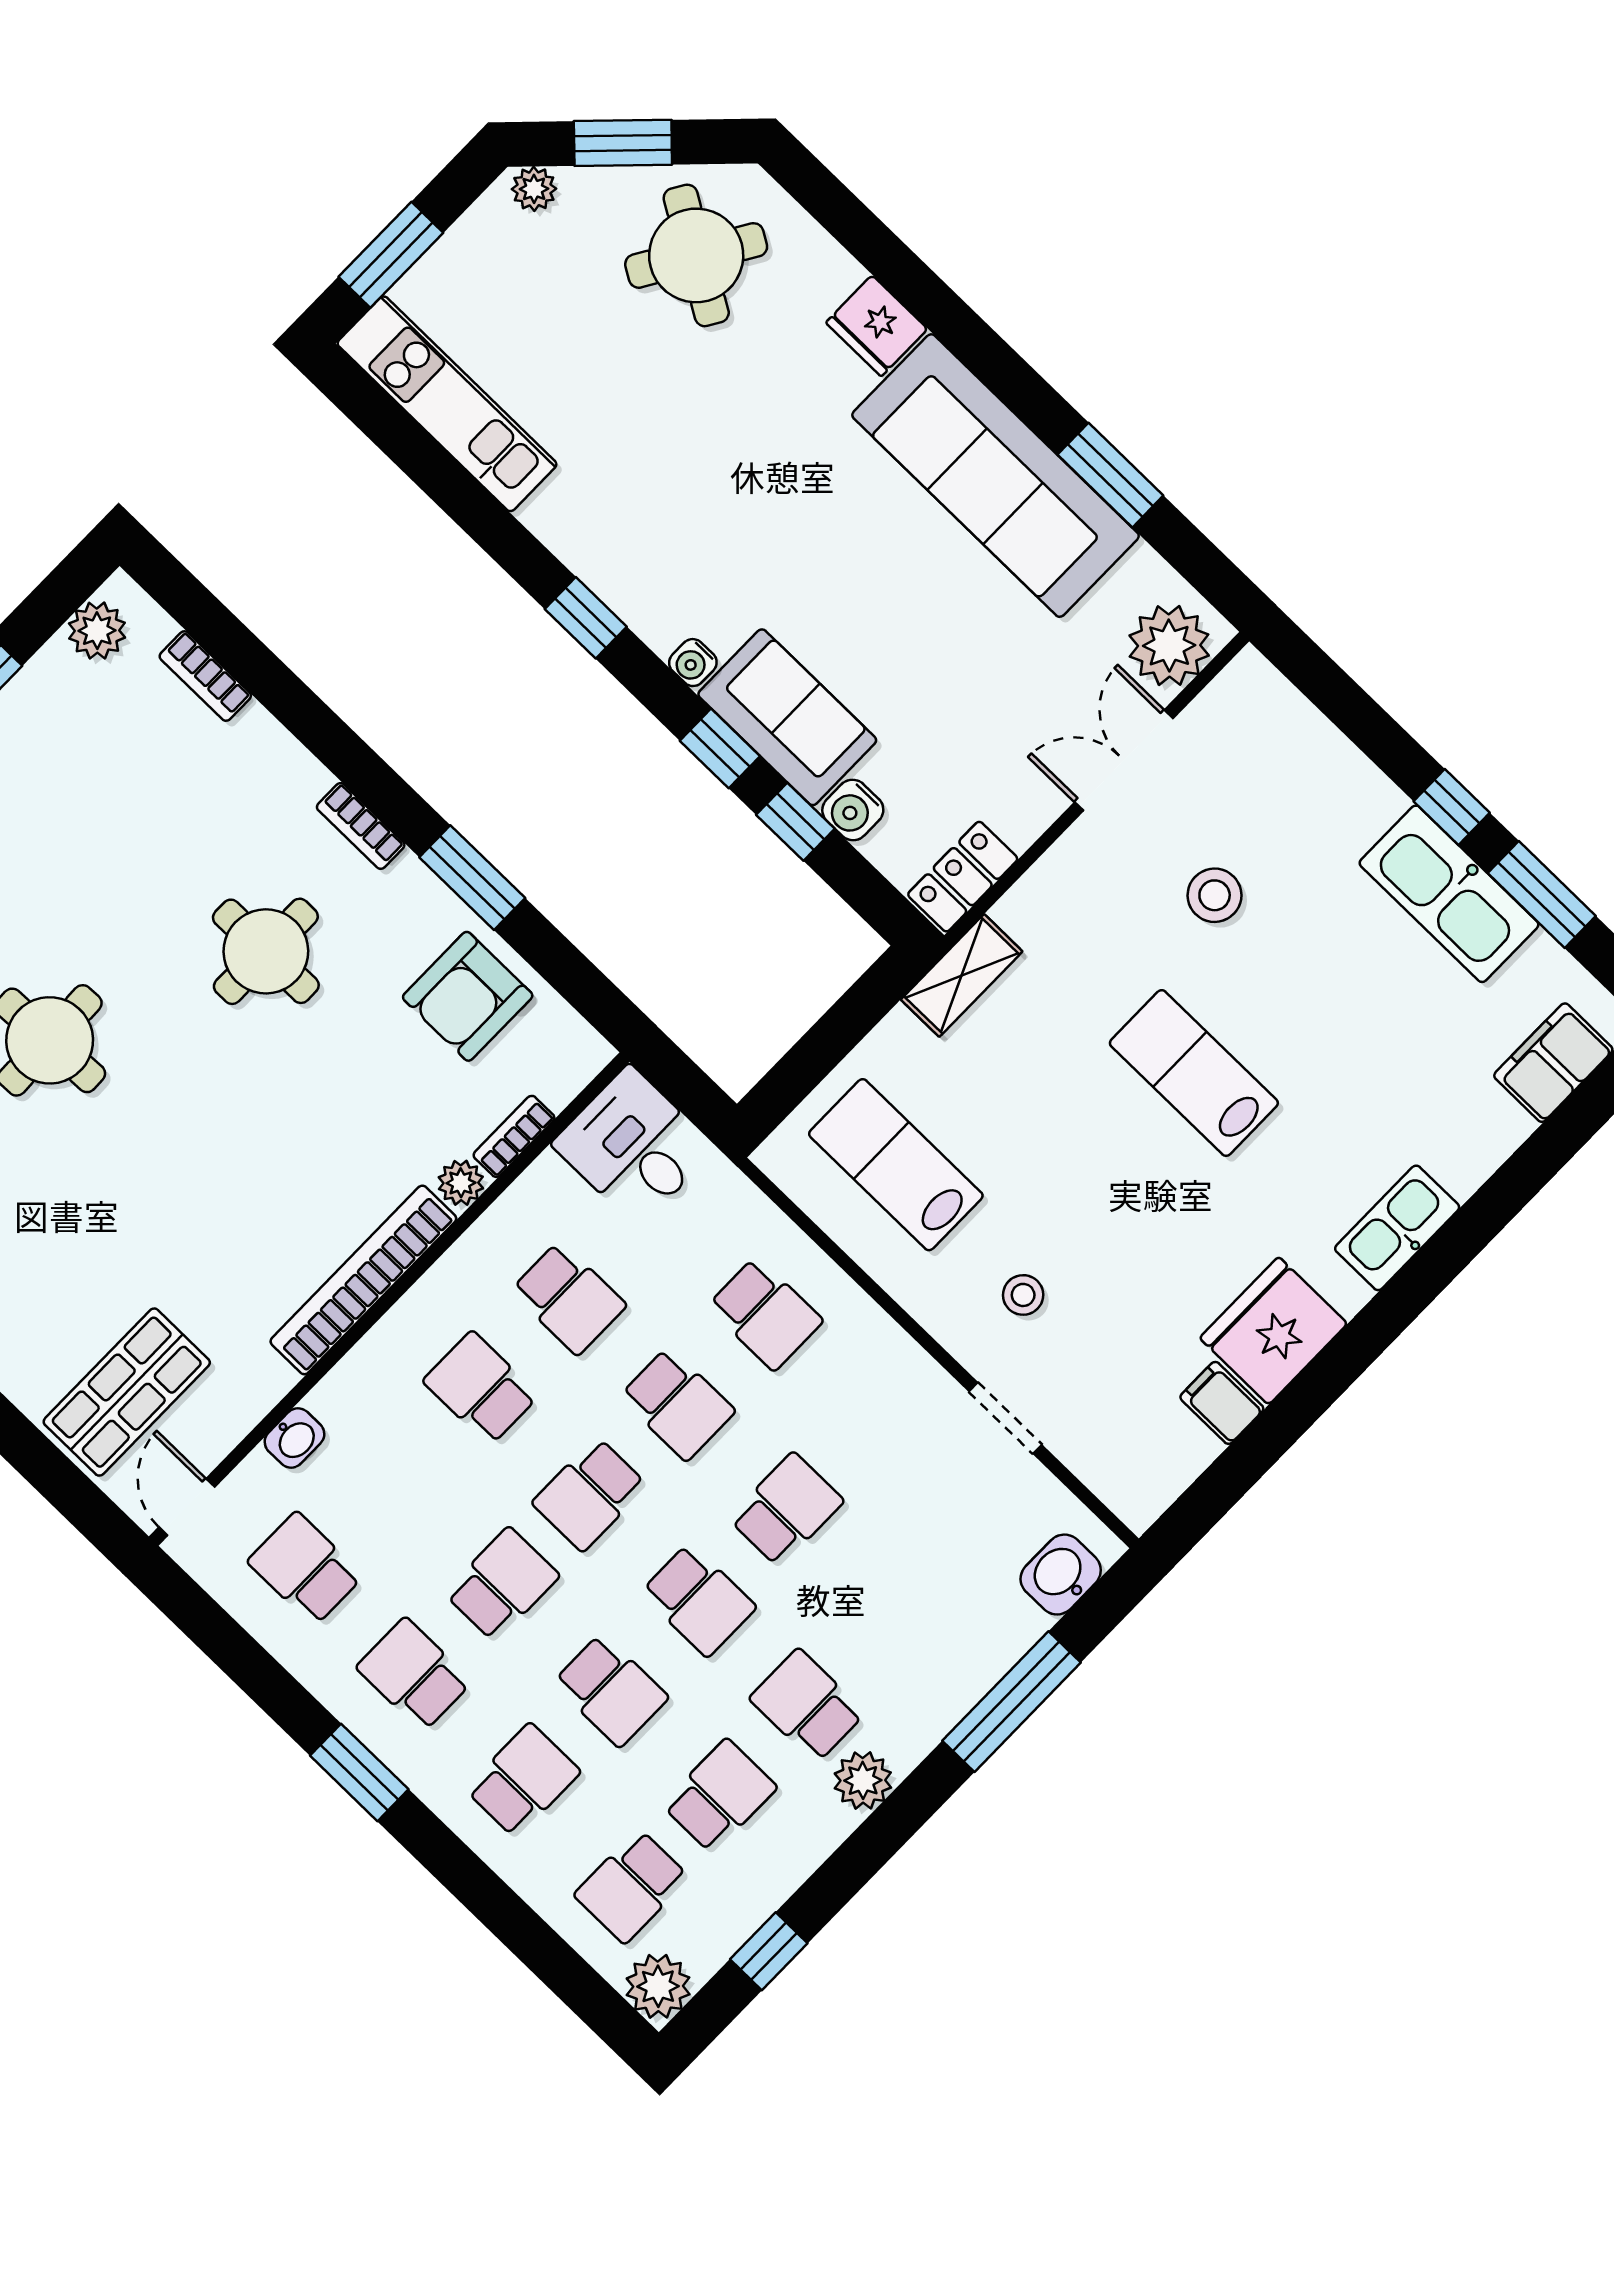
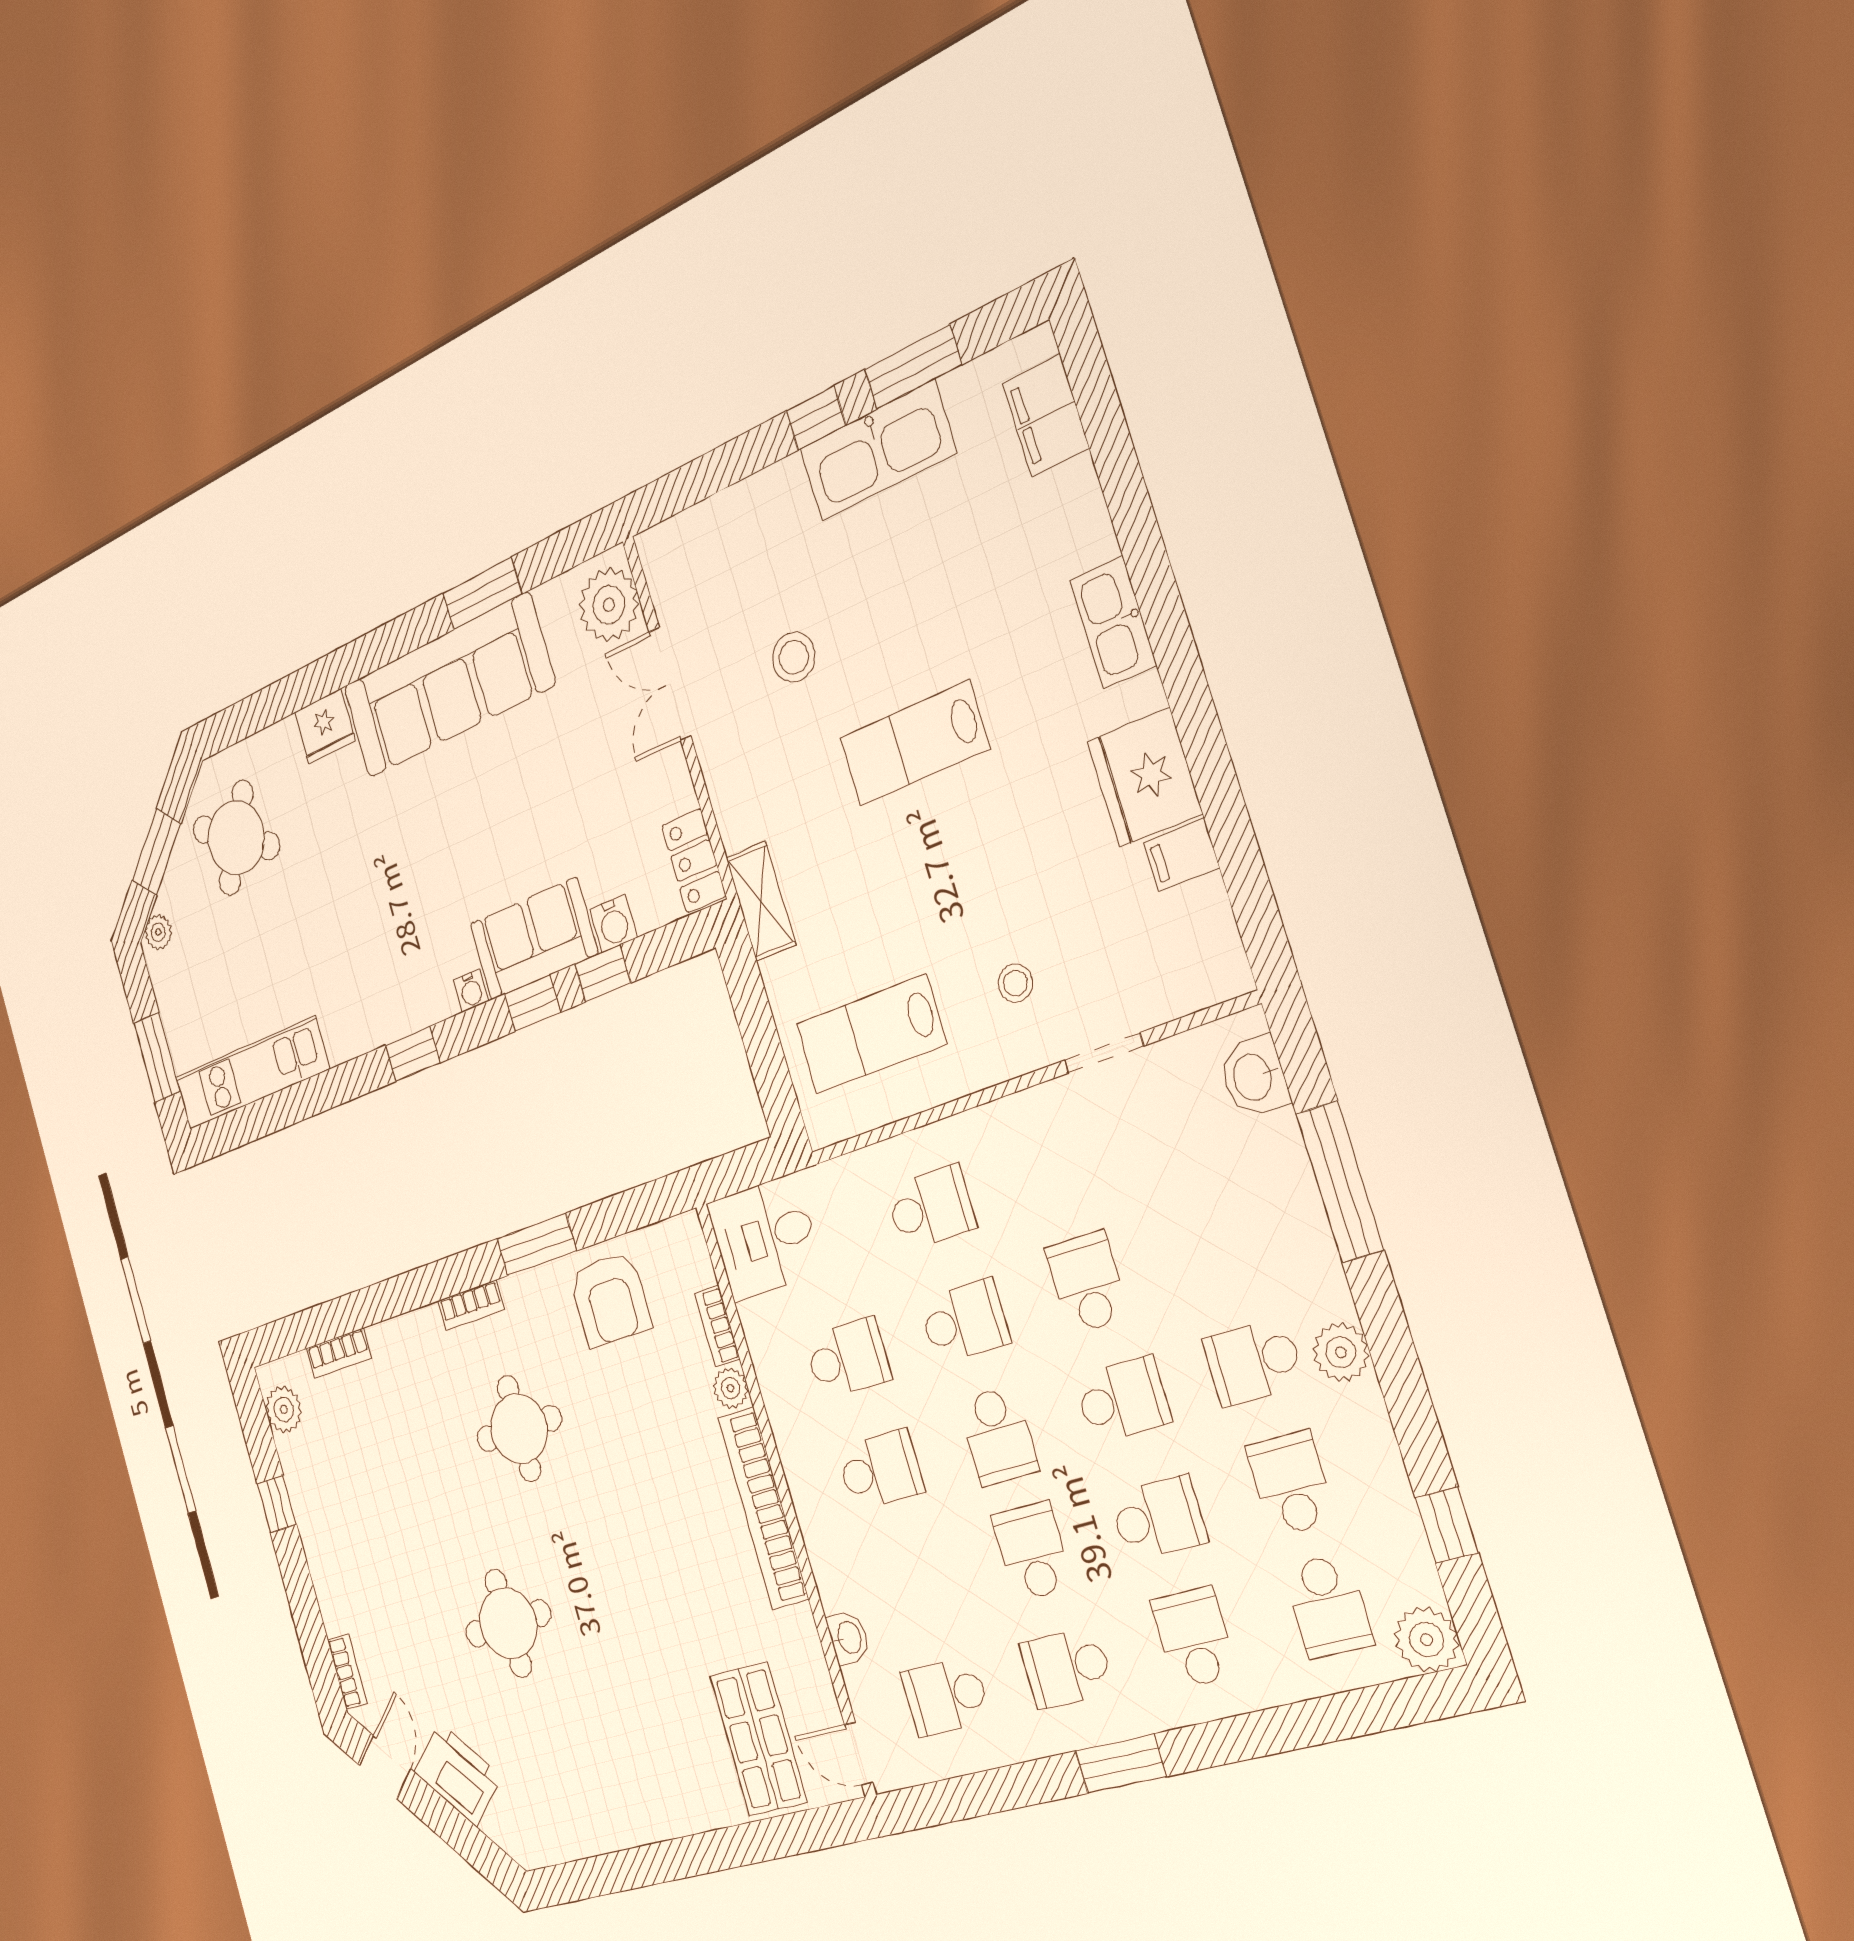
school desk: (481, 1388) -> (880, 1470), turned 180

